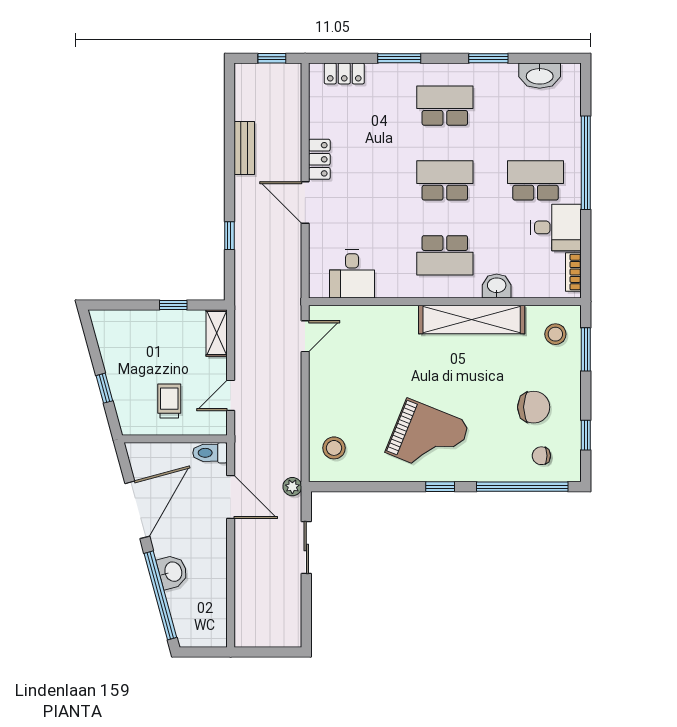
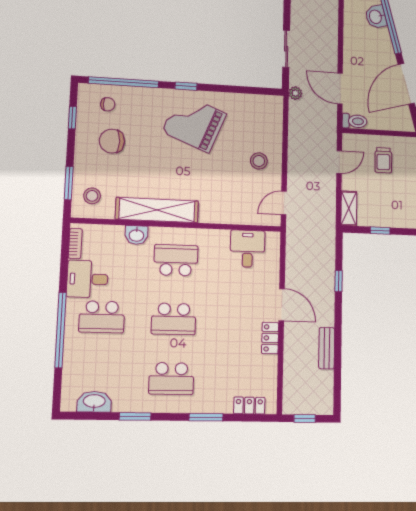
stool: (334, 448) -> (259, 161), moved
washbasin: (173, 572) -> (376, 17), moved

